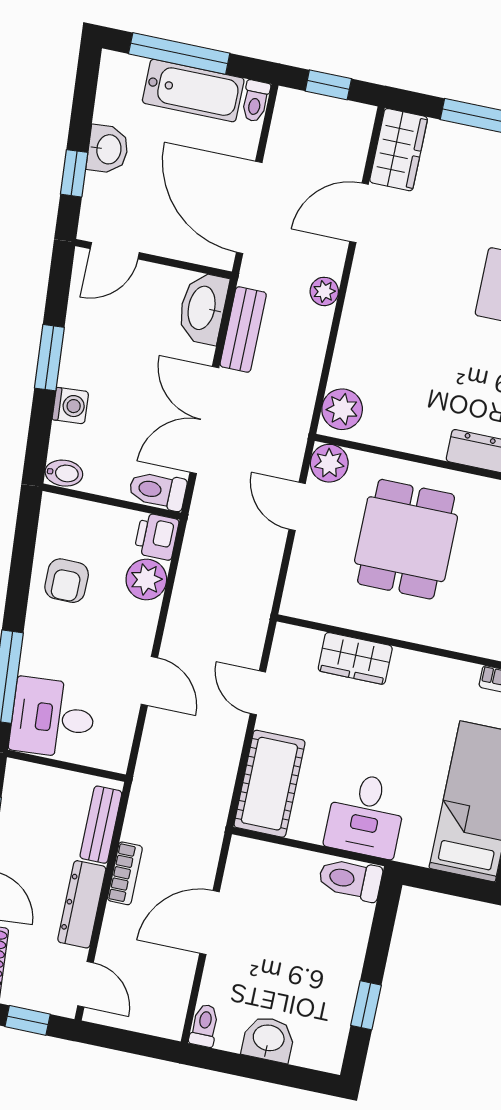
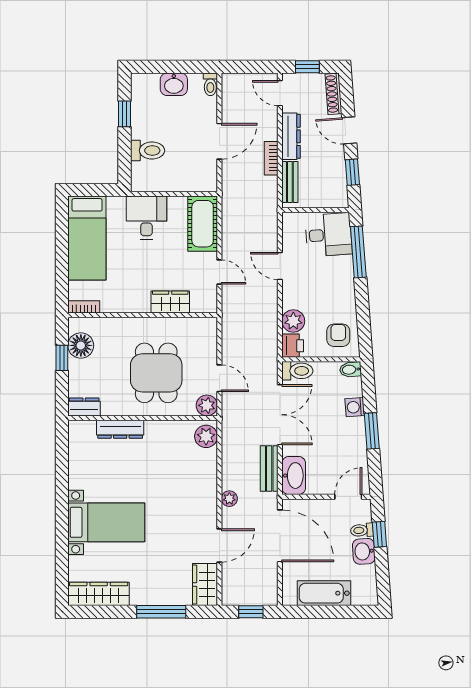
window: (179, 53) -> (336, 612), removed
toilet: (255, 101) -> (362, 530), moved, turned -94
armchair: (67, 581) -> (338, 335), moved
toilet: (350, 879) -> (148, 150), moved

